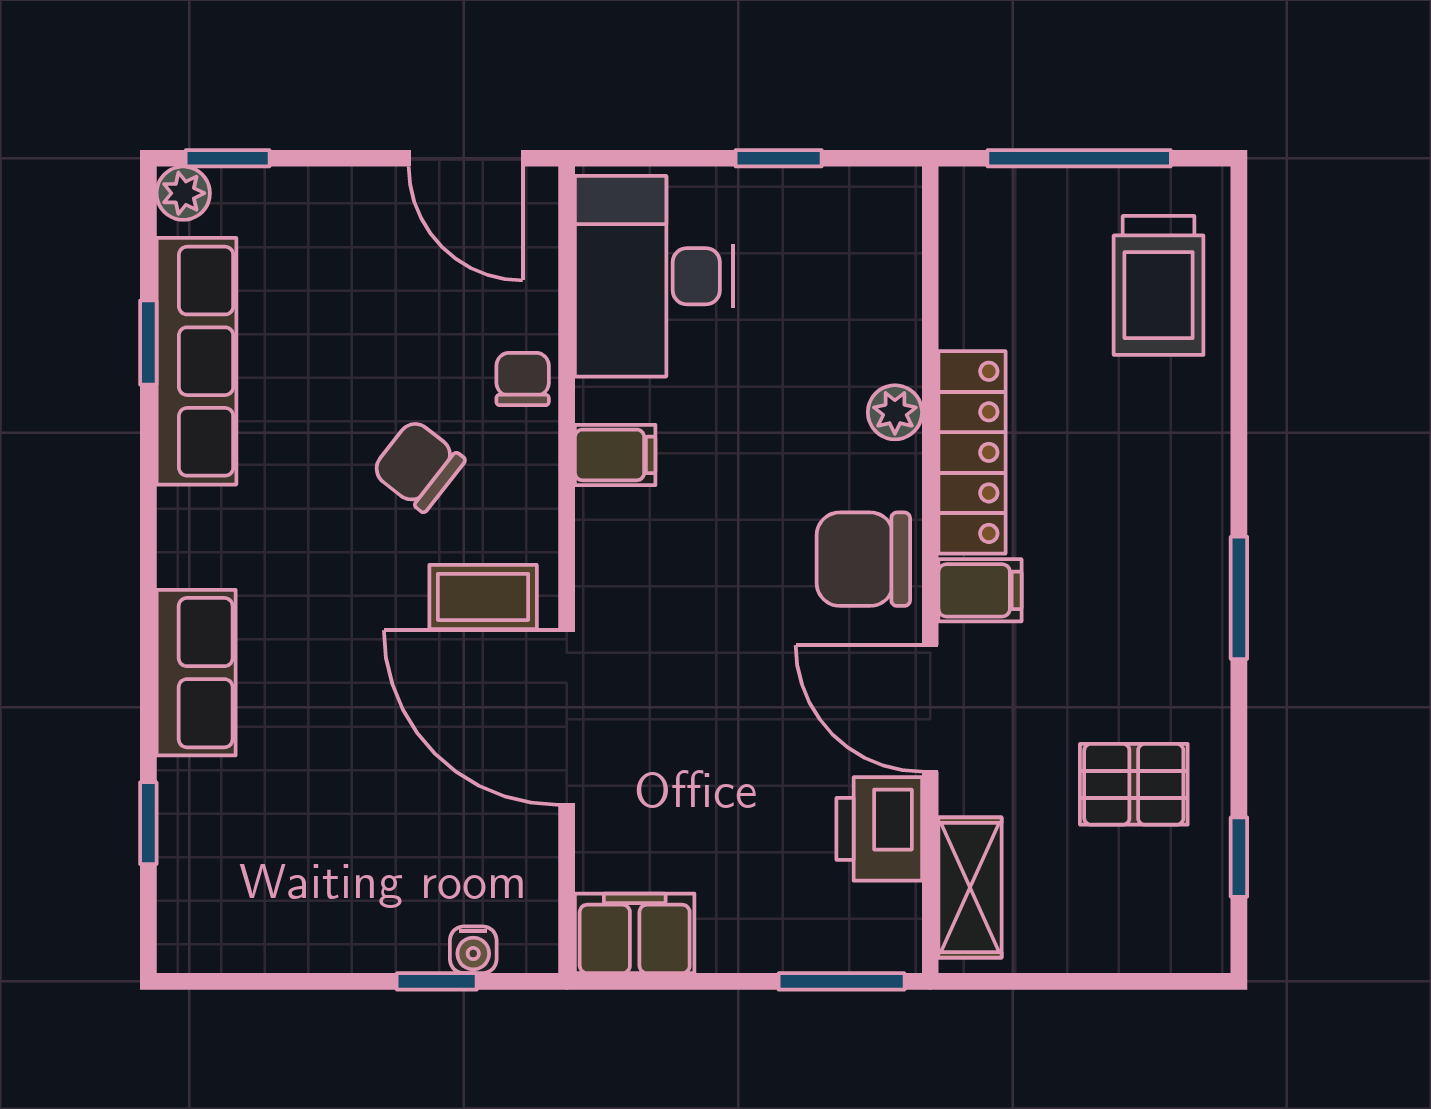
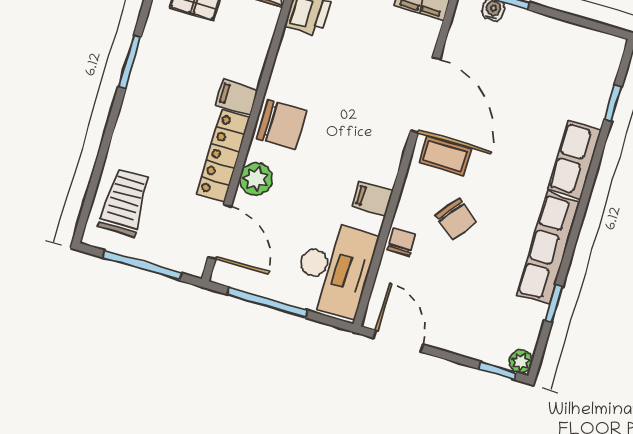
window: (779, 158) -> (268, 302), width x2.17
row of seats: (196, 361) -> (548, 248), moved
chair: (523, 379) -> (402, 242), turned 180
plant: (895, 412) -> (256, 179), width x1.38, depth x1.38
door: (930, 708) -> (220, 232), moved

